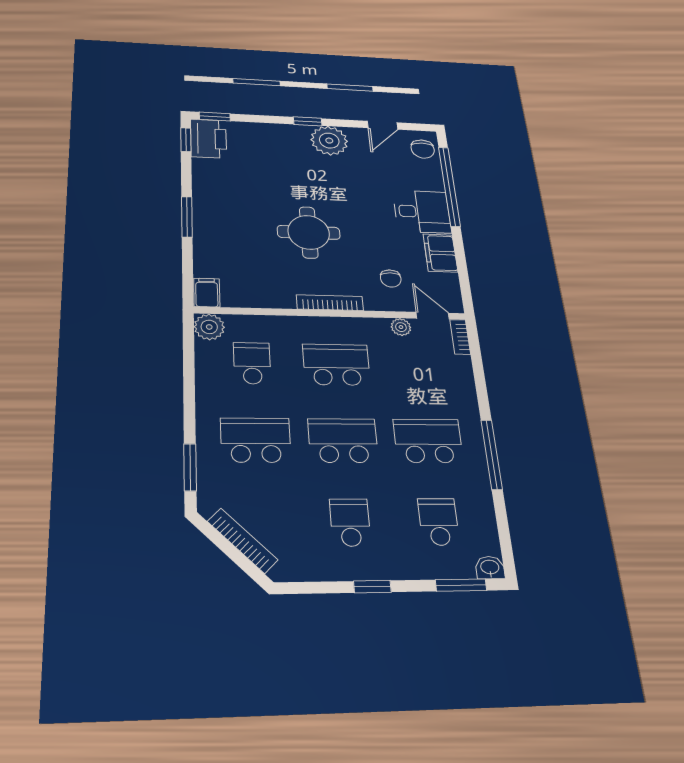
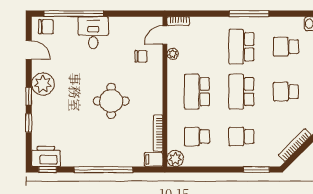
window: (215, 117) -> (29, 123), moved
window: (187, 217) -> (103, 170), width x2.11
filing cabinet: (440, 253) -> (122, 25), removed
bookcase: (330, 303) -> (158, 133), moved
school desk: (256, 440) -> (241, 137), width x0.54

